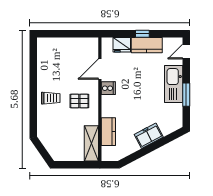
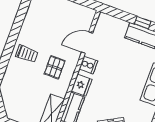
fridge: (122, 45) -> (82, 85), moved, turned -90
pallet: (79, 101) -> (55, 67), turned 90

